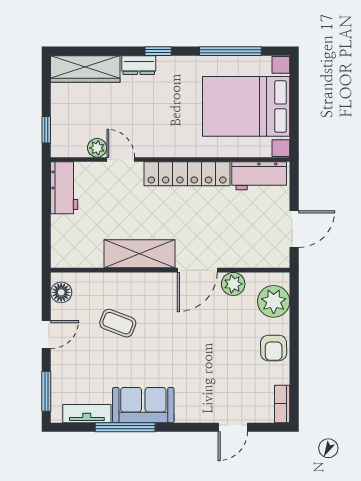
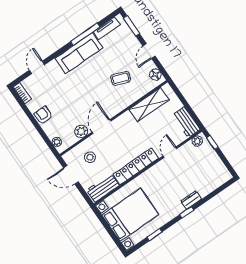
window: (230, 51) -> (154, 235), width x0.46
wardrobe: (85, 69) -> (214, 182), removed
plant: (97, 148) -> (197, 141), moved
door: (121, 159) -> (170, 152), swing flipped
door: (294, 229) -> (71, 175), hinge flipped
stool: (247, 236) -> (90, 157), added
shelving: (139, 254) -> (149, 105), moved
plant: (274, 301) -> (57, 142), width x0.53, depth x0.53
sofa: (143, 405) -> (79, 53), width x1.36

